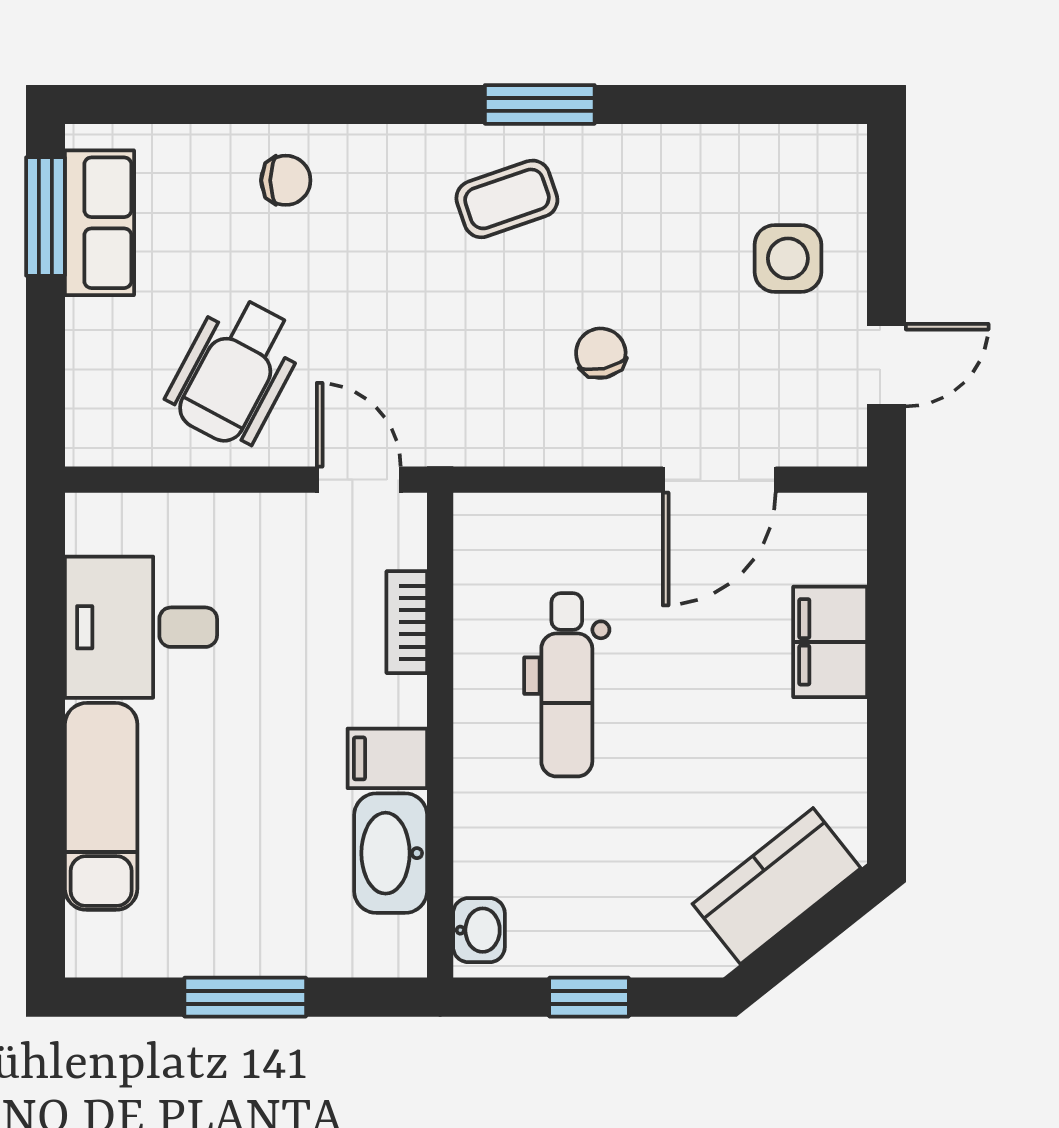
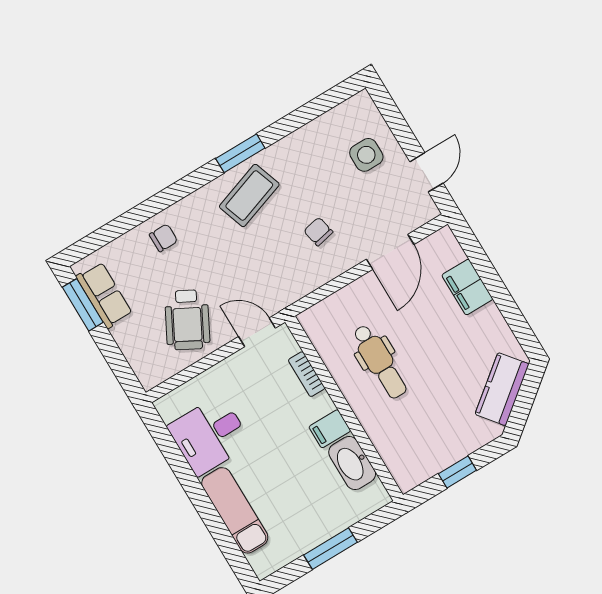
coffee table: (507, 199) -> (249, 195), width x1.36, depth x1.30
washbasin: (479, 930) -> (402, 472), removed

